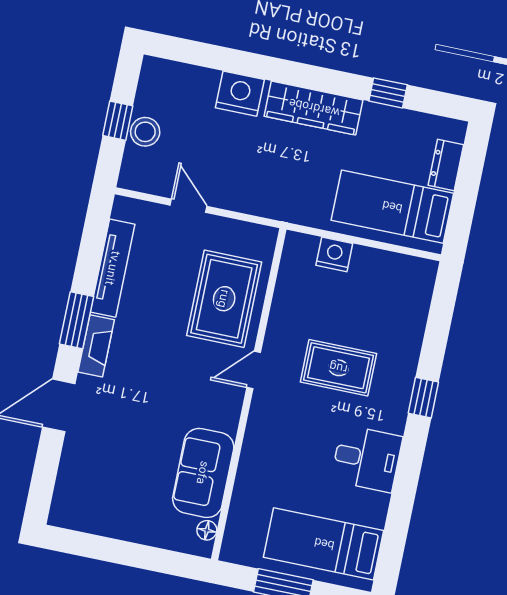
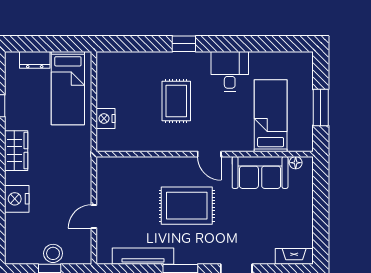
wardrobe: (314, 108) -> (16, 151), width x0.67
rug: (224, 299) -> (187, 206), moved
fireplace: (96, 346) -> (294, 256), moved
door: (254, 370) -> (209, 154), moved
bed: (324, 544) -> (271, 116), moved, turned 180

